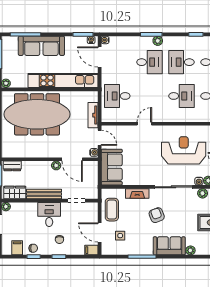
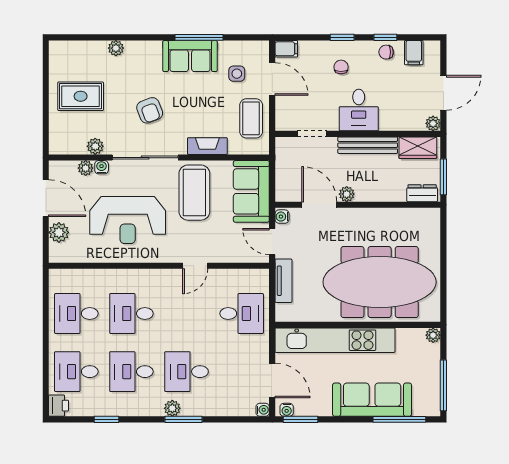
desk: (181, 62) -> (131, 372), turned 180
coffee table: (145, 166) -> (194, 193), added
armchair: (157, 215) -> (150, 110), moved
sofa: (169, 246) -> (190, 56), moved

